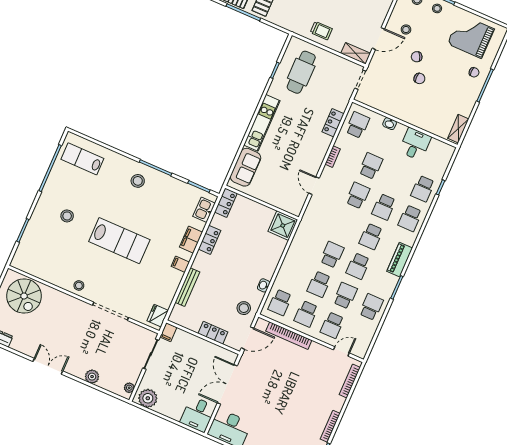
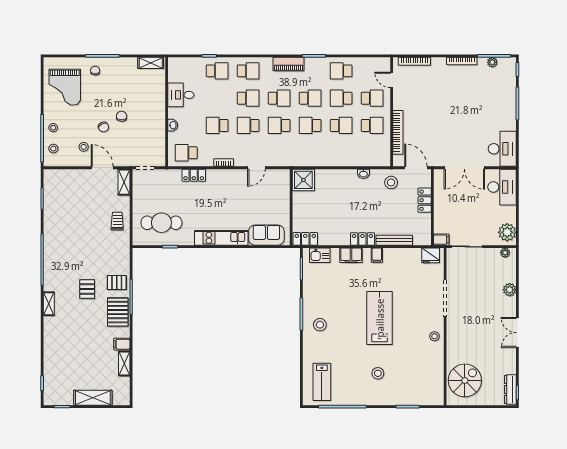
locker: (209, 240) -> (362, 239), moved
school desk: (280, 302) -> (279, 125), moved, turned 180
desk: (198, 414) -> (502, 187), width x1.37

